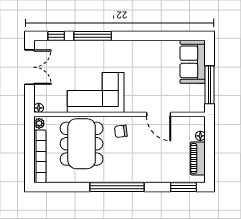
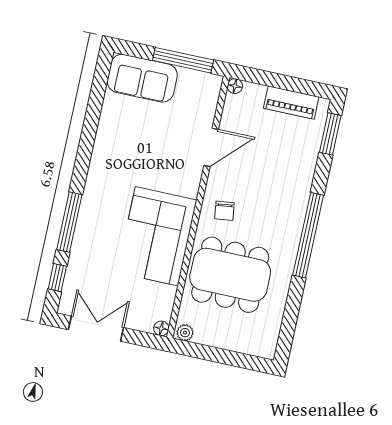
floor lamp: (200, 136) -> (235, 86), moved
bookcase: (40, 156) -> (236, 343), removed

